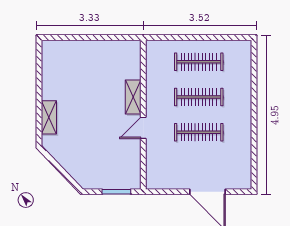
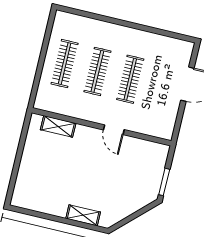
shelving: (133, 97) -> (58, 126), moved
window: (116, 192) -> (164, 182), moved

